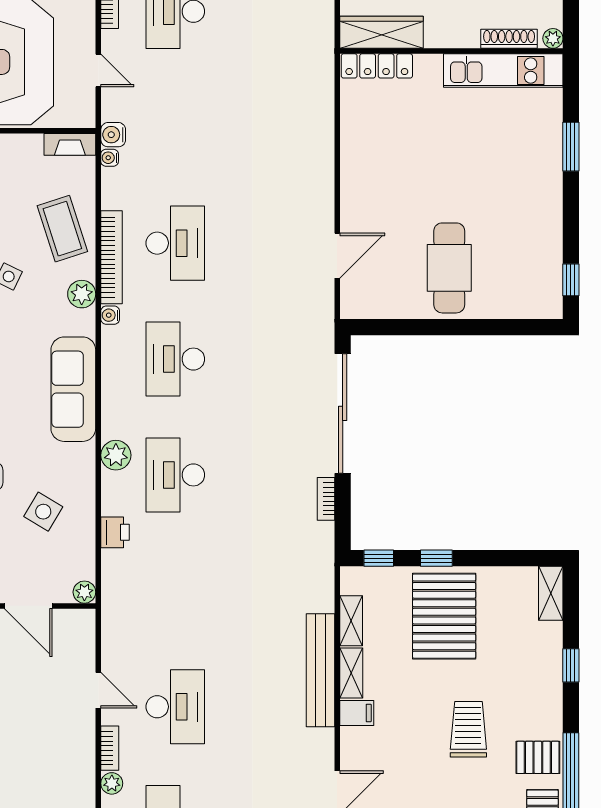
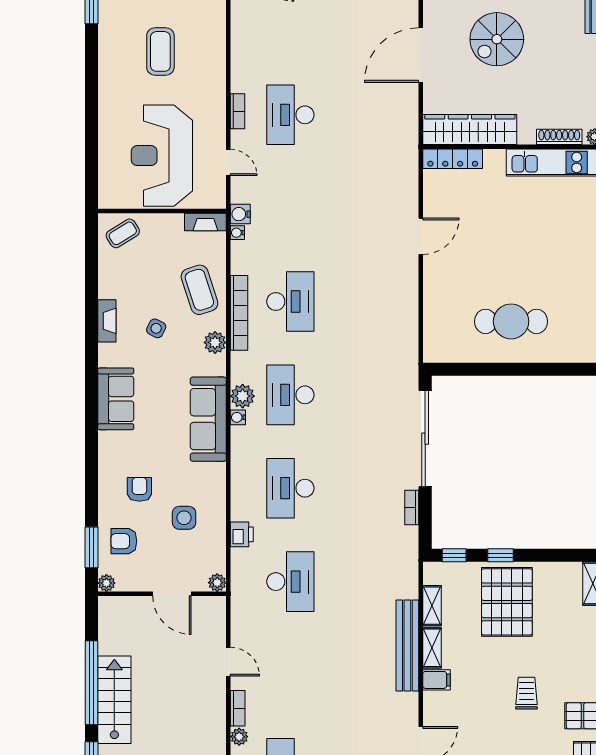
wardrobe: (381, 32) -> (470, 129), width x1.40, depth x1.17
door: (337, 256) -> (421, 236), moved
cafe table: (449, 268) -> (511, 321), turned 90
water cooler: (110, 315) -> (238, 417), moved
plant: (116, 455) -> (243, 396), moved
side table: (43, 512) -> (184, 518), turned -31
desk: (175, 707) -> (290, 582), moved
trolley: (468, 729) -> (527, 693), width x0.73, depth x0.72

